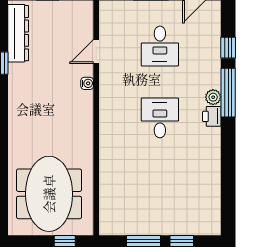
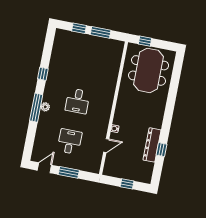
dresser: (18, 33) -> (152, 145), moved
window: (228, 48) -> (43, 74), moved
printer: (212, 116) -> (48, 96), removed

